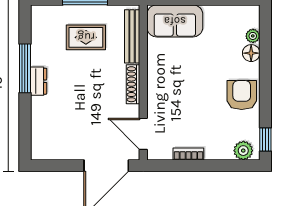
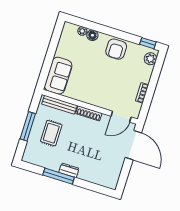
armchair: (242, 95) -> (116, 49), turned -90

